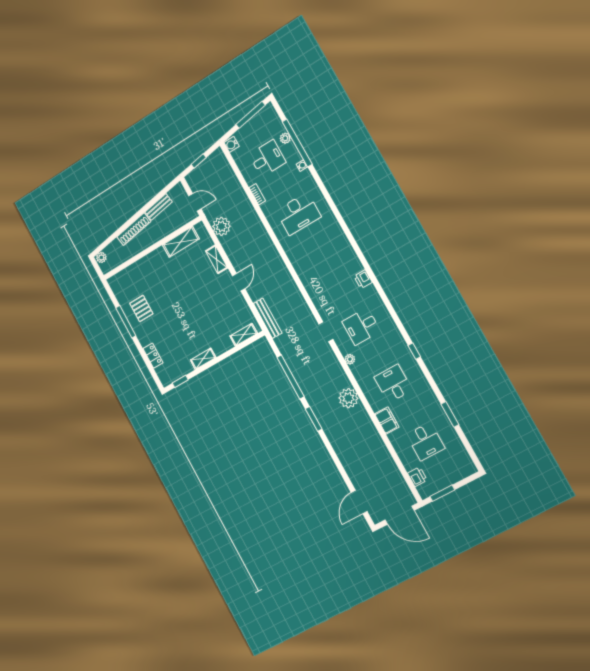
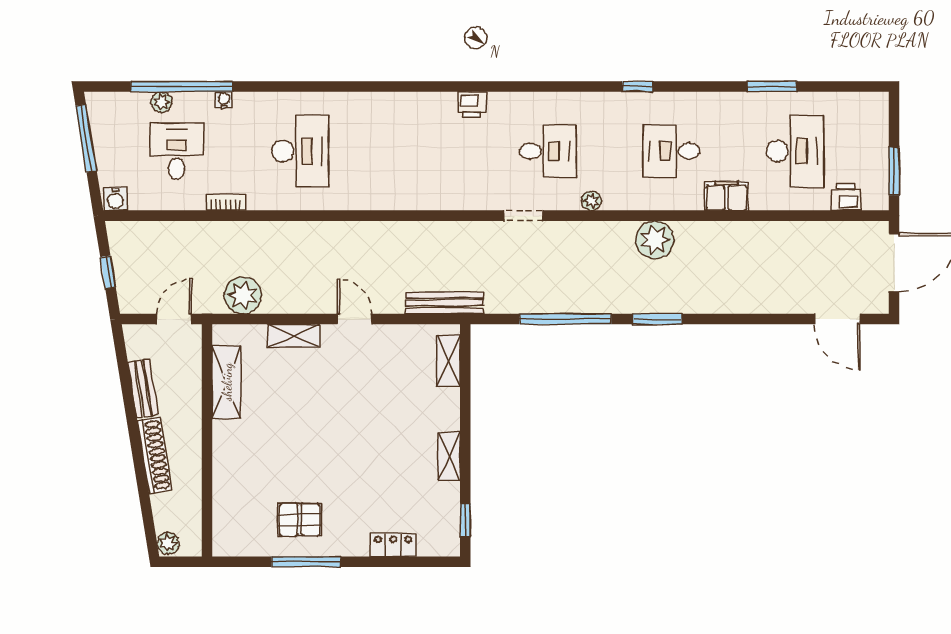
desk: (361, 326) -> (548, 151), turned -90
desk: (426, 442) -> (795, 151), width x1.37

